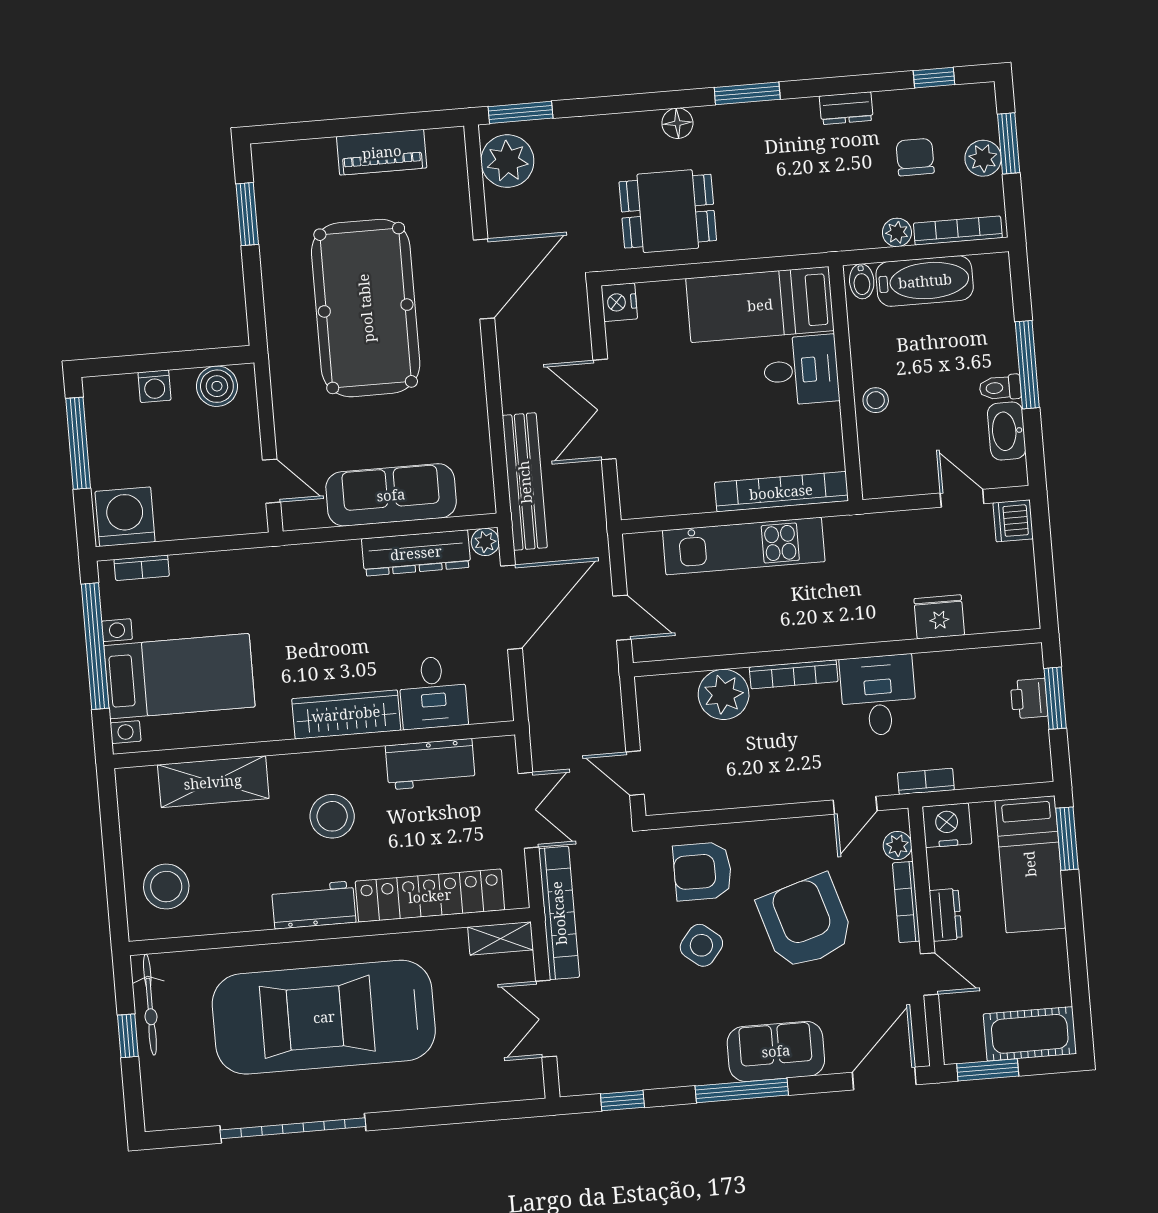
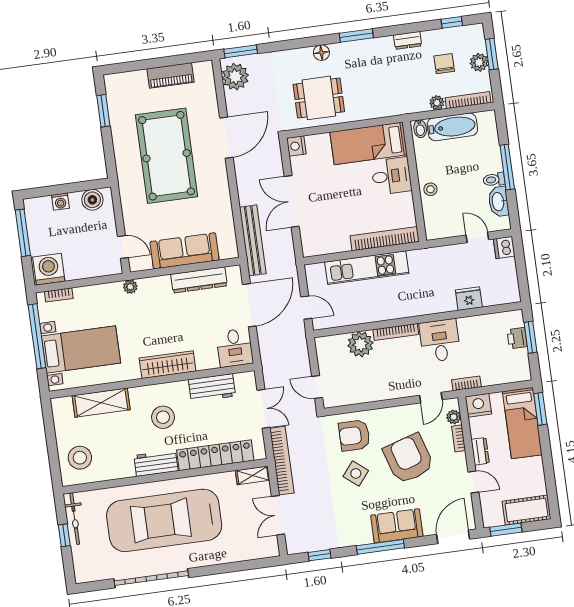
plant: (485, 542) -> (130, 287), moved
desk: (433, 692) -> (235, 348), moved
bookcase: (906, 902) -> (459, 438), width x0.64

